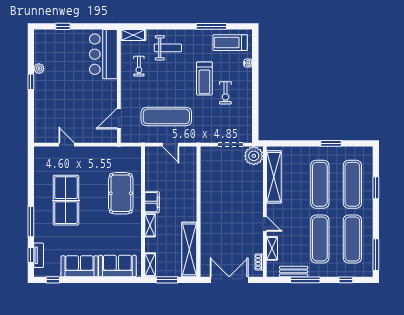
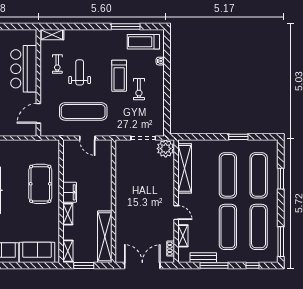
weight bench: (168, 48) -> (80, 72), moved, turned -90
bar counter: (103, 54) -> (24, 69), moved

